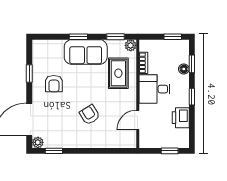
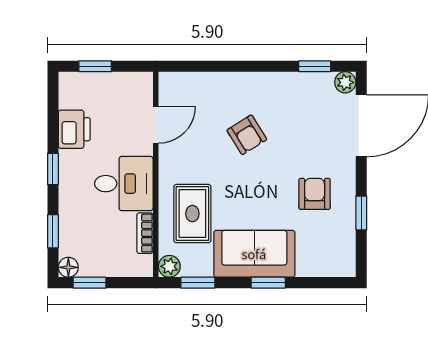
floor lamp: (184, 69) -> (68, 267), moved

